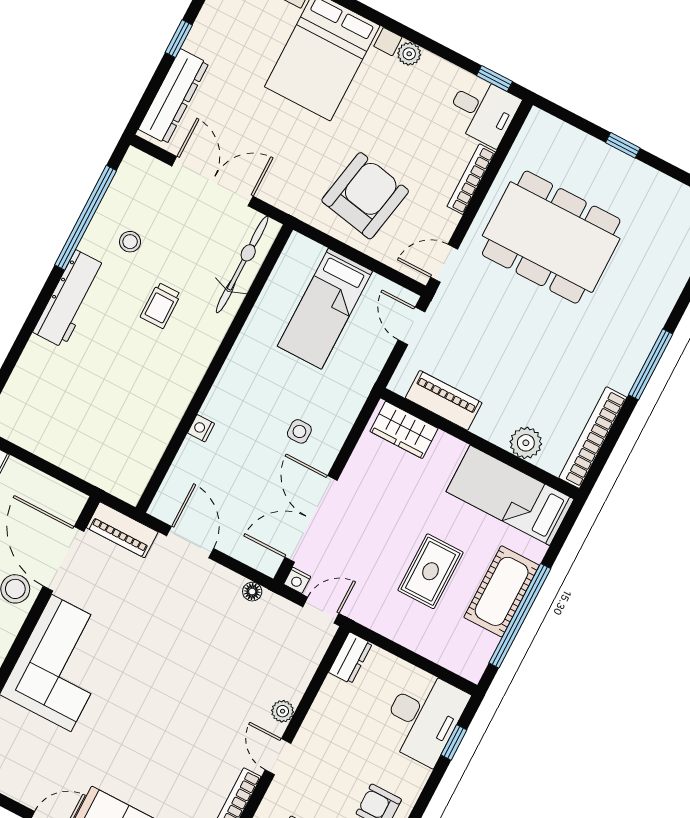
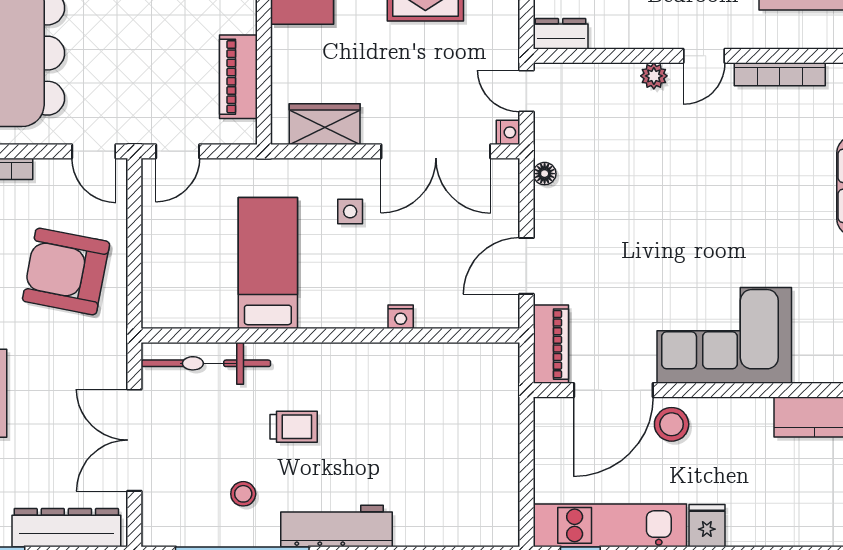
bed: (325, 309) -> (268, 263), moved, turned -90
wardrobe: (404, 430) -> (325, 124), moved, turned -90

